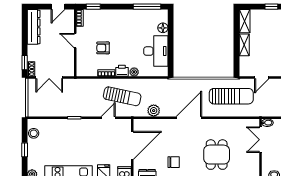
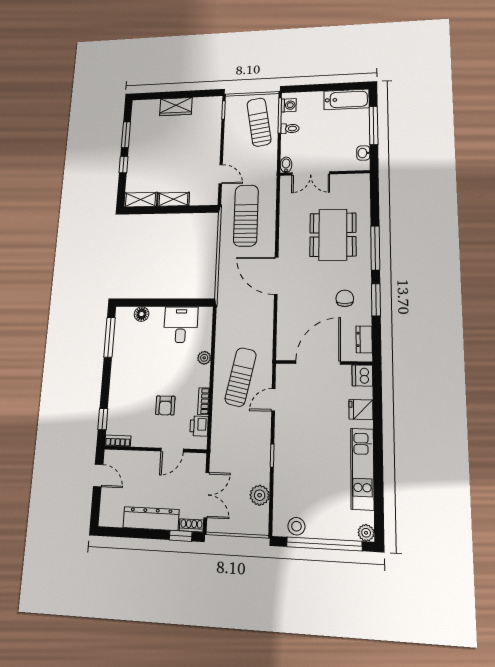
dresser: (34, 27) -> (151, 519), moved
door: (75, 41) -> (172, 450), moved
desk: (156, 51) -> (181, 325), width x0.73
printer: (122, 71) -> (199, 426), moved
plant: (154, 111) -> (260, 495), moved
door: (108, 118) -> (273, 400), hinge flipped
door: (132, 145) -> (318, 362), hinge flipped
window: (25, 150) -> (324, 544), width x3.17
dining table: (217, 155) -> (333, 235), width x1.37

